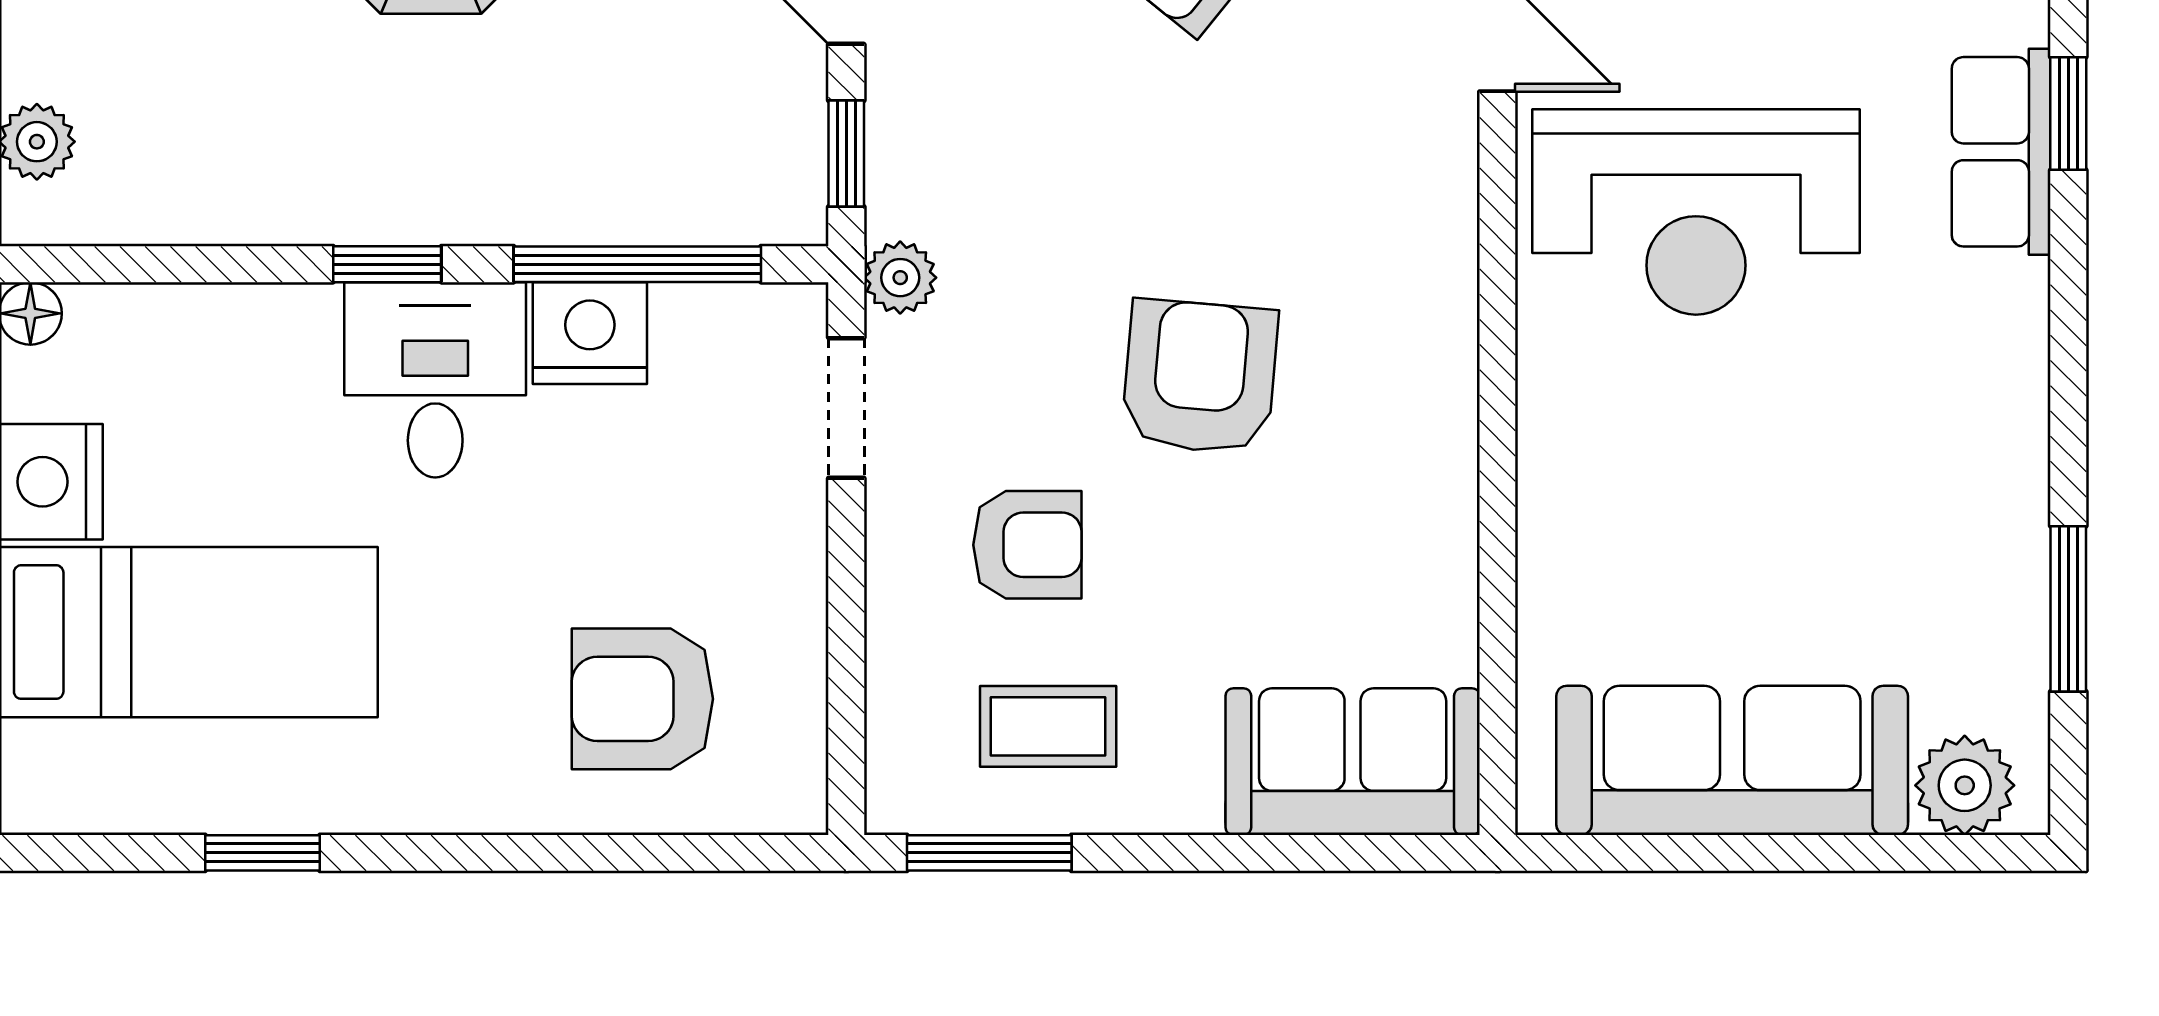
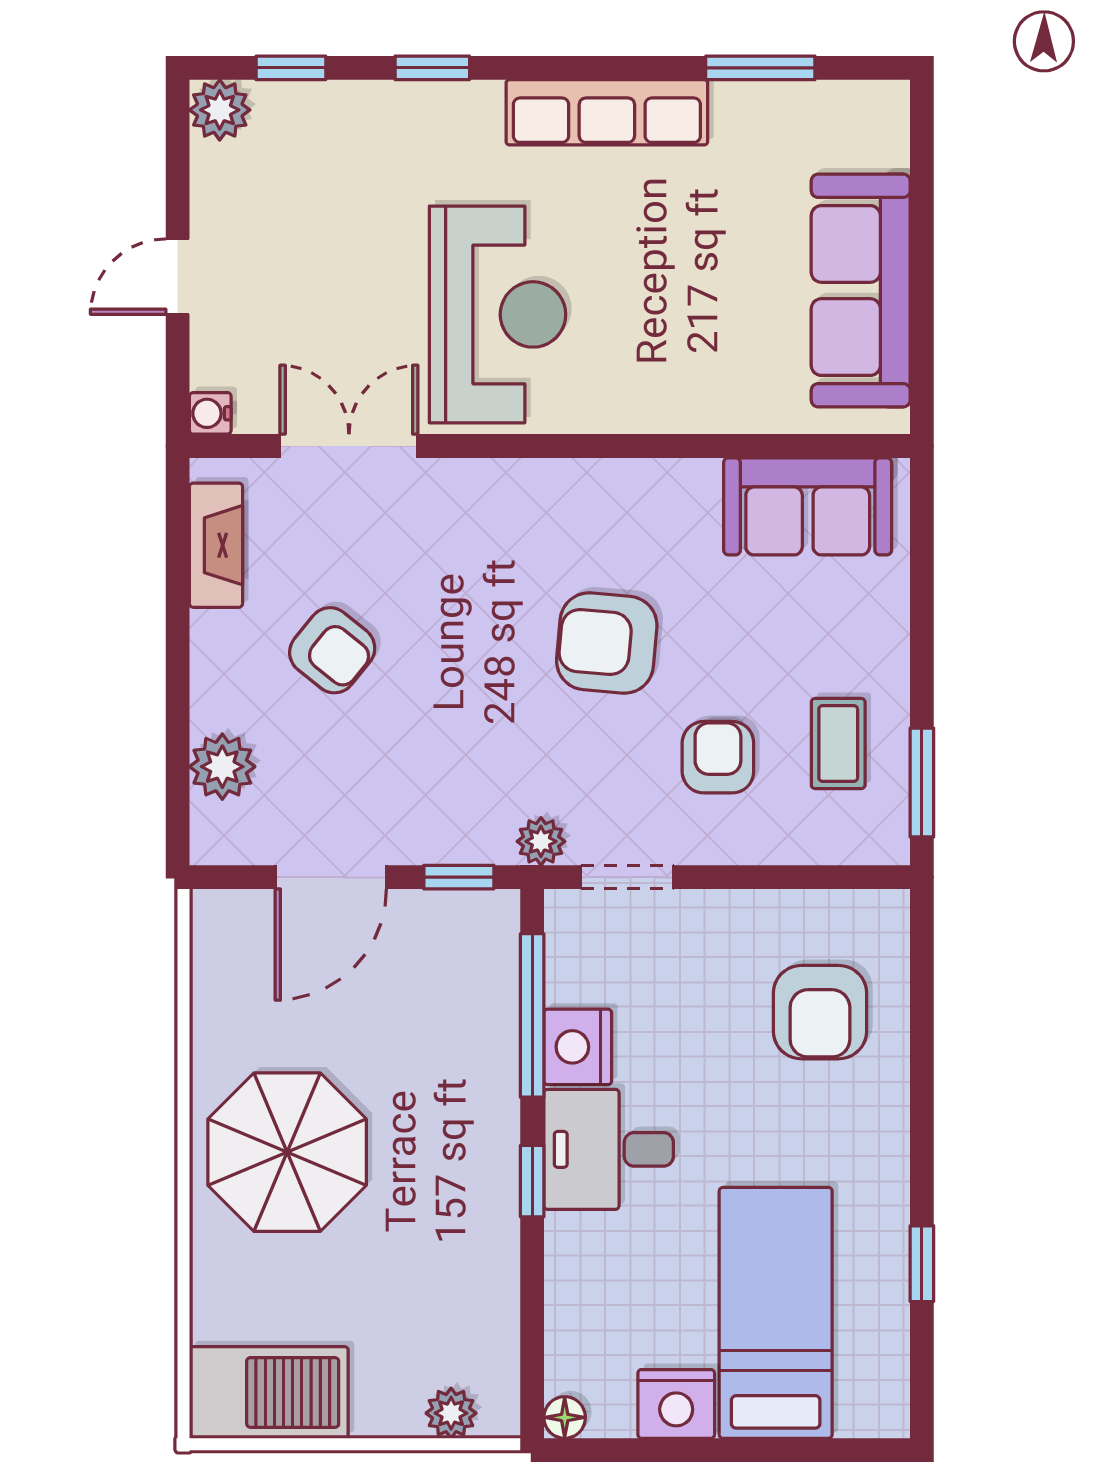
row of seats: (2001, 152) -> (607, 112), moved, width x1.48
sofa: (1353, 762) -> (808, 506), moved, turned -90
plant: (1965, 785) -> (877, 136), removed

